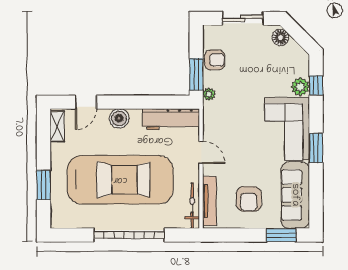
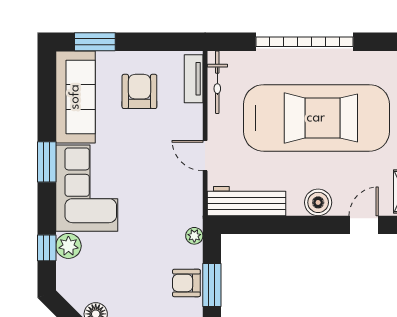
window: (196, 74) -> (212, 285), moved
car: (120, 180) -> (316, 118), turned 180
tv unit: (209, 201) -> (194, 79), width x0.71

